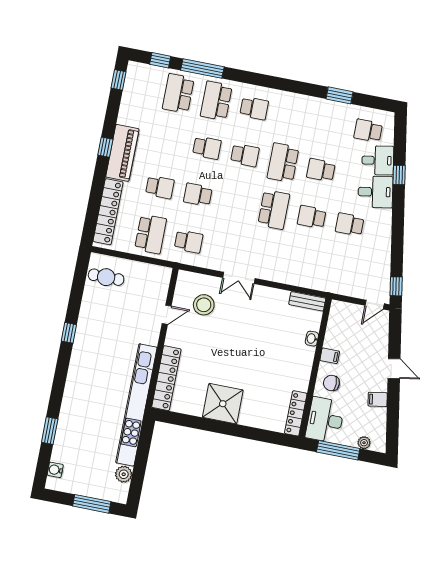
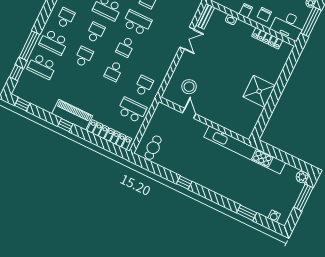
school desk: (160, 187) -> (125, 47), moved, turned 180
double door: (239, 278) -> (187, 38), moved
locker: (166, 378) -> (232, 125), removed
locker: (296, 413) -> (267, 38), moved
plant: (124, 474) -> (302, 177), moved

